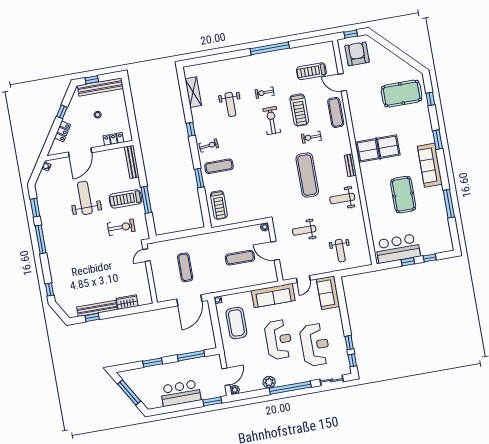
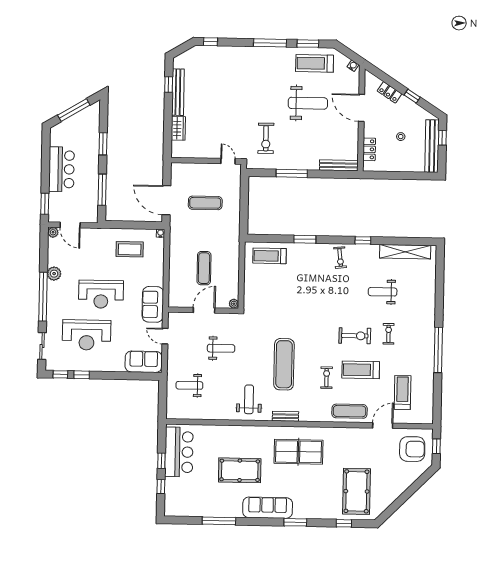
shelving: (193, 92) -> (405, 252), width x1.47
table tennis table: (378, 148) -> (299, 452), turned 90
exercise mat: (219, 166) -> (314, 265), removed
exercise mat: (307, 175) -> (284, 364), turned 90
treadmill: (126, 199) -> (315, 63), moved, turned -90
weight bench: (304, 230) -> (221, 348), turned 90
sofa: (273, 295) -> (153, 304), width x0.73
coffee table: (236, 323) -> (130, 249), width x0.73, depth x0.76

